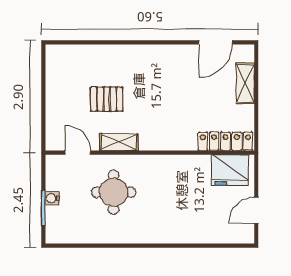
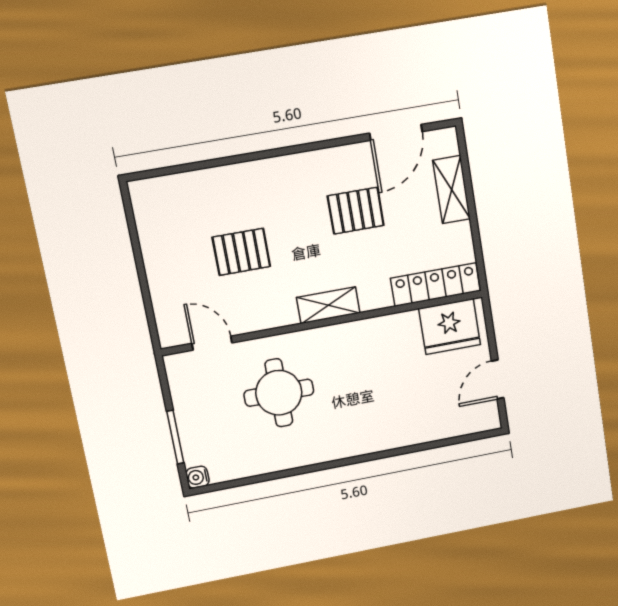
pallet: (182, 86) -> (356, 211), added
shelving: (119, 142) -> (328, 305), moved
water cooler: (52, 198) -> (197, 477), moved

